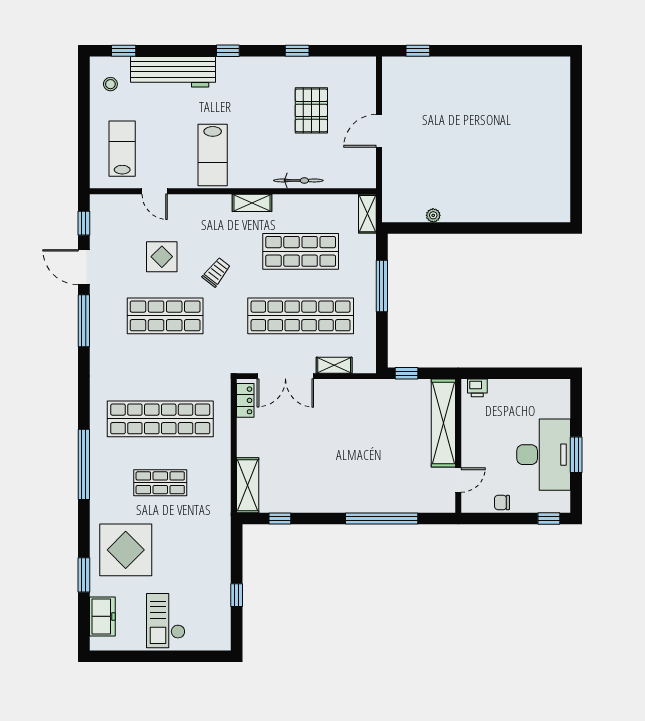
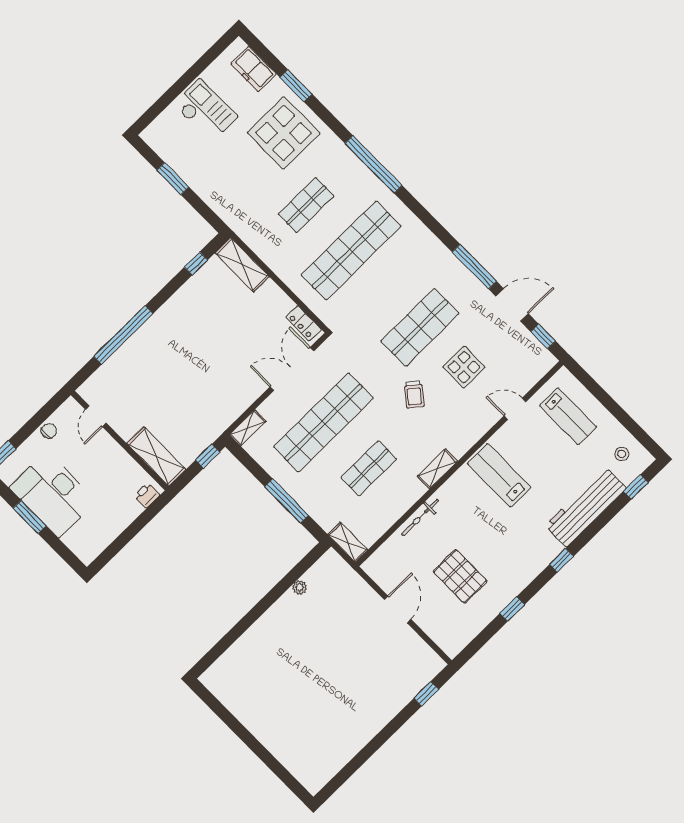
shop shelf: (301, 251) -> (369, 468), width x0.70, depth x0.74
shelving: (334, 365) -> (248, 428), moved
shelving: (443, 423) -> (156, 456), width x0.68
window: (237, 595) -> (173, 179), width x1.50

